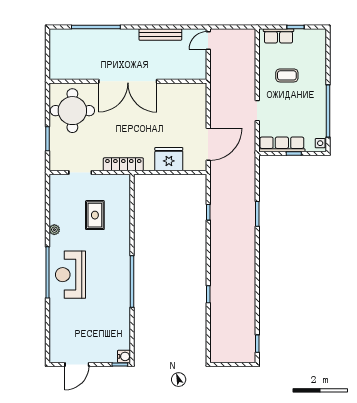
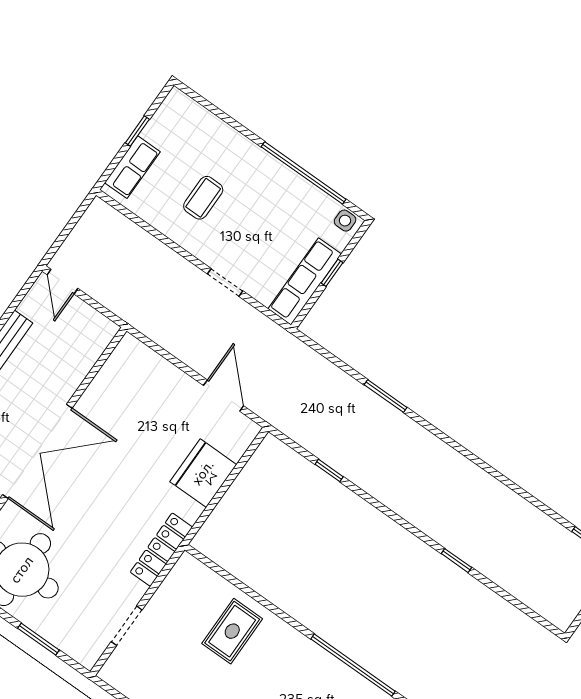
door: (208, 144) -> (224, 396), width x0.73
rug: (95, 215) -> (232, 631), moved, turned 90

